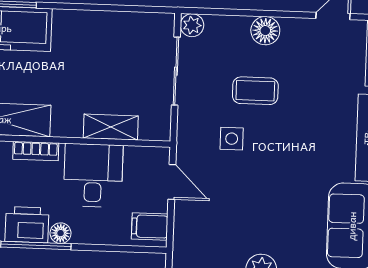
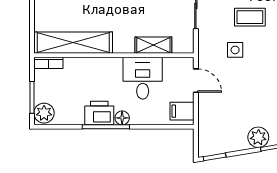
bookcase: (36, 151) -> (103, 63), removed

